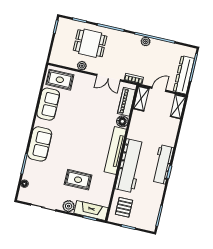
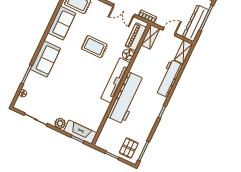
workbench: (163, 164) -> (169, 78), moved
rug: (78, 180) -> (94, 47), moved
pallet: (124, 207) -> (129, 148), moved

